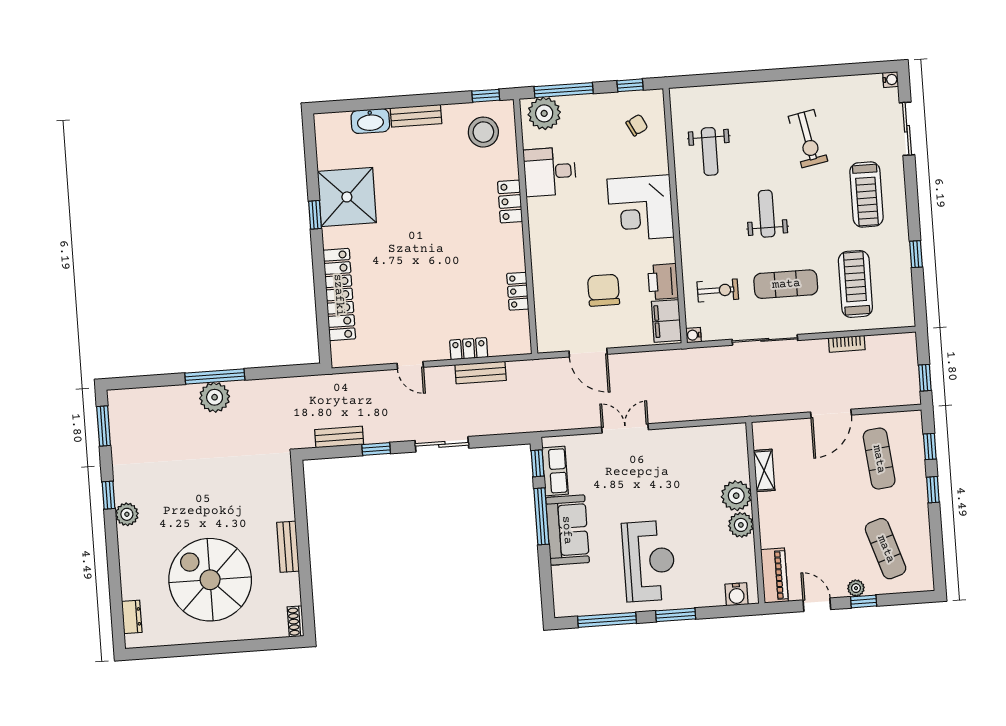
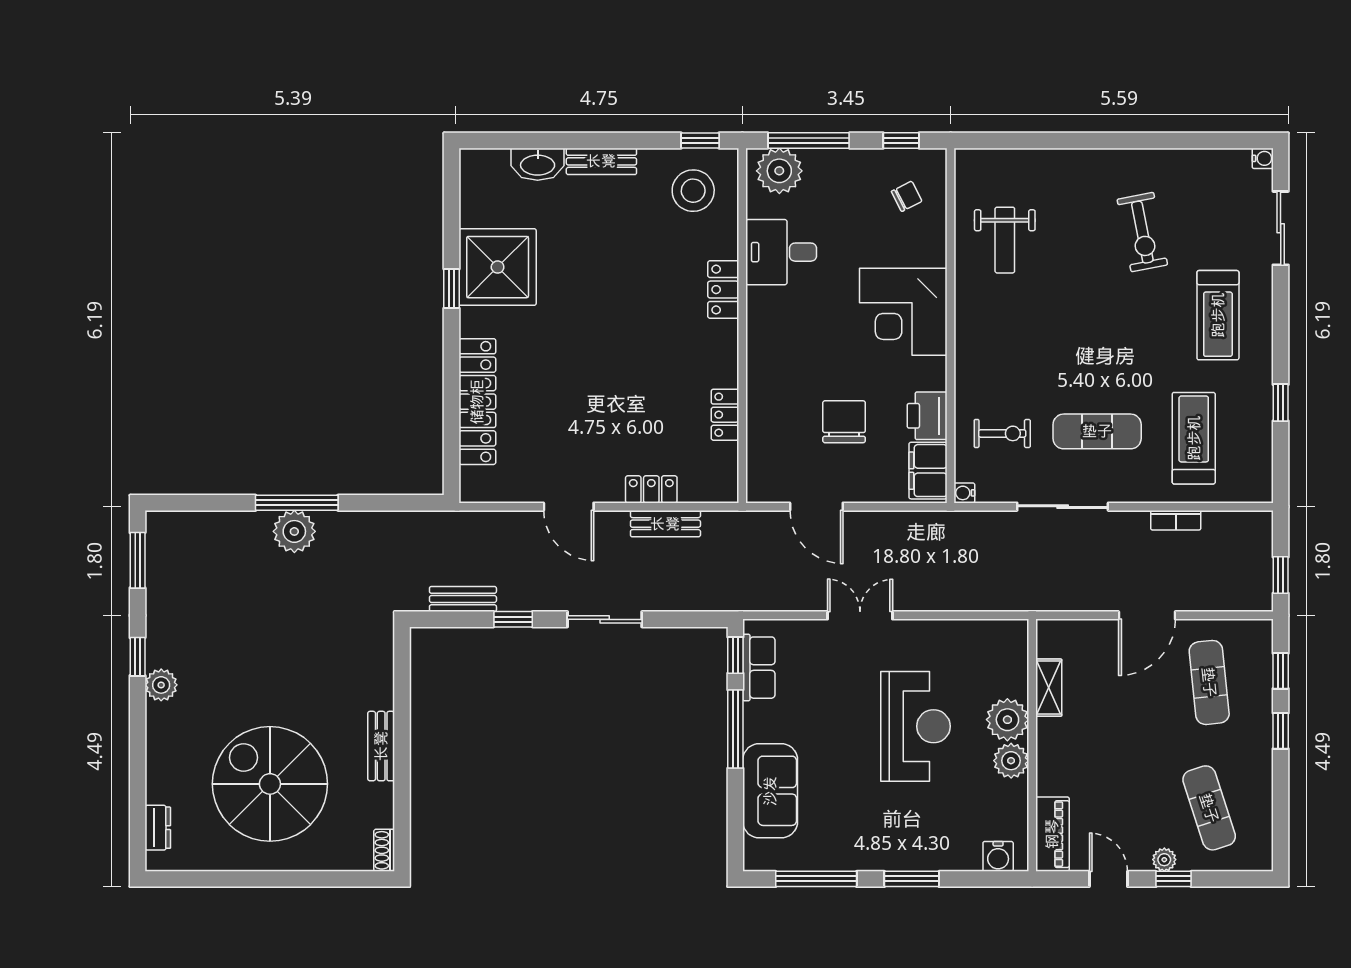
weight bench: (767, 214) -> (1078, 332), removed
door: (410, 365) -> (569, 507), width x1.38
sofa: (567, 530) -> (770, 791), moved
reception desk: (649, 561) -> (915, 726), moved

